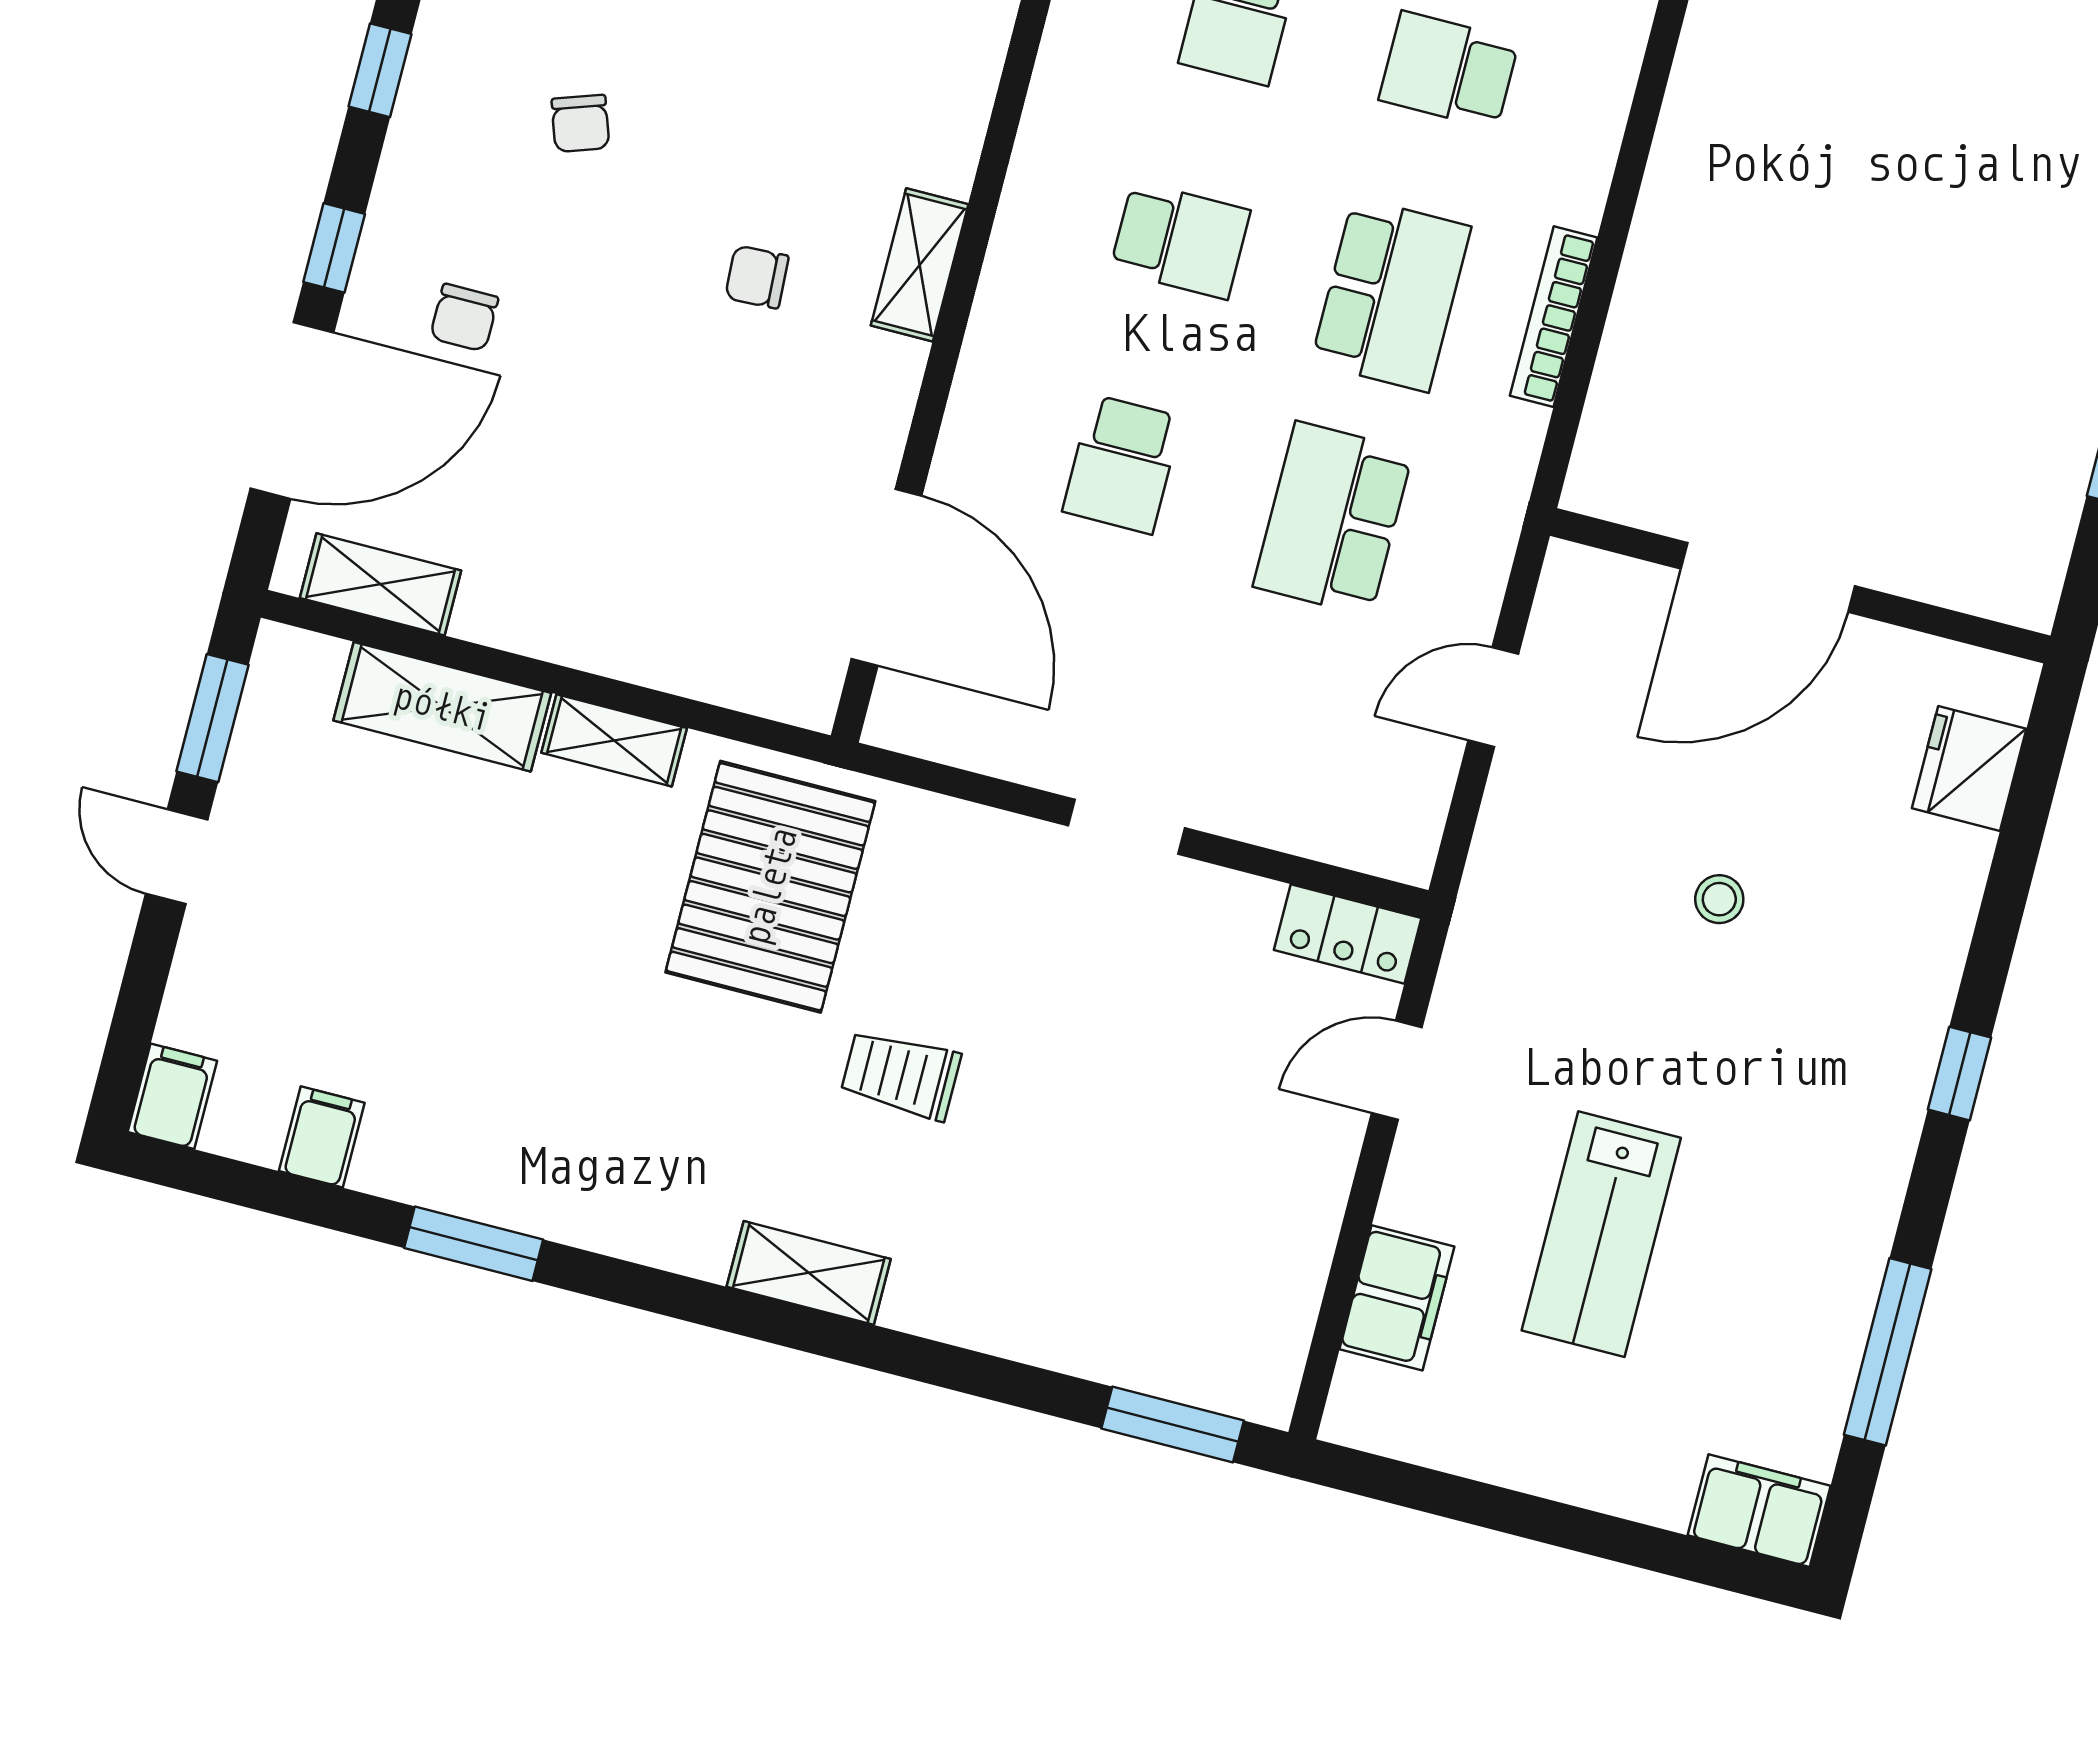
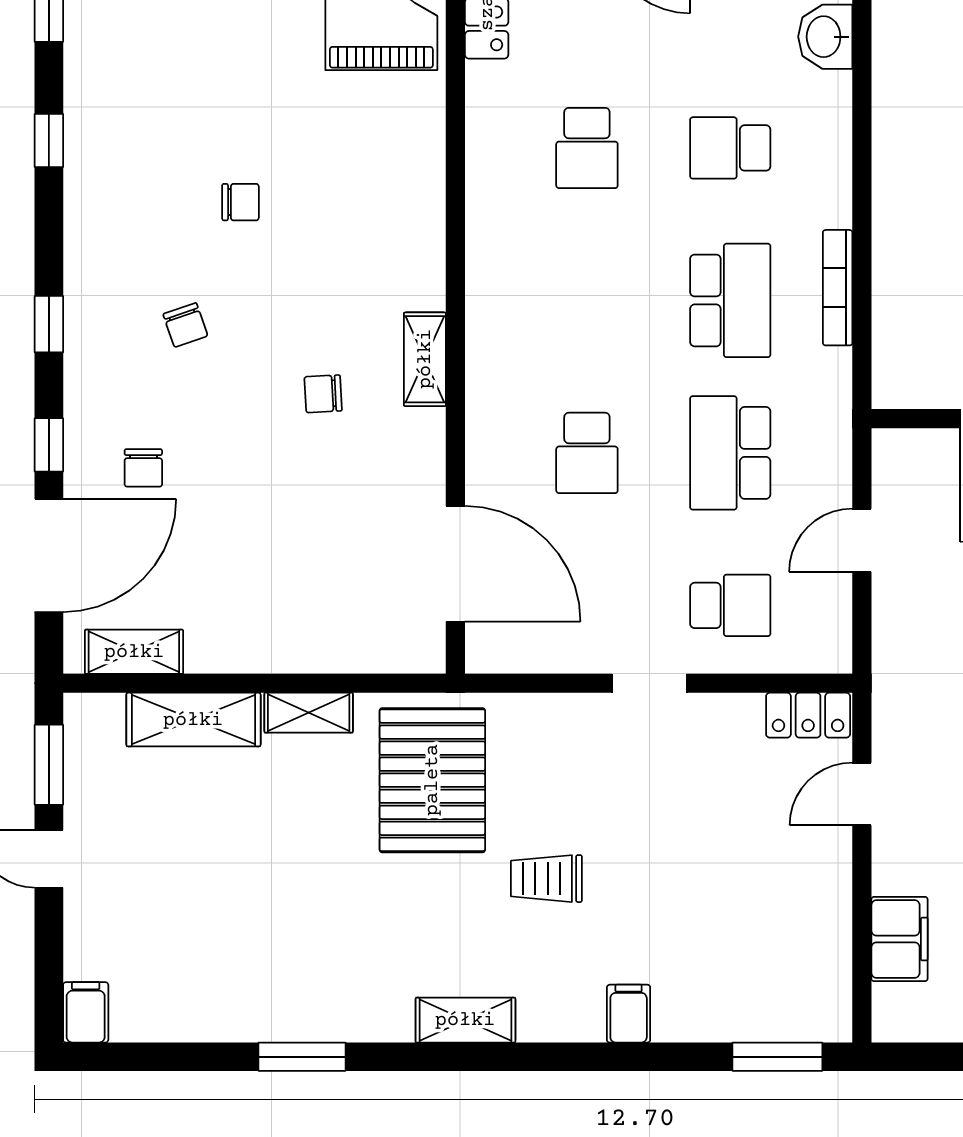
school desk: (1180, 240) -> (730, 605), moved
filing cabinet: (322, 1137) -> (629, 1014), moved
shelving: (809, 1273) -> (465, 1020), moved

